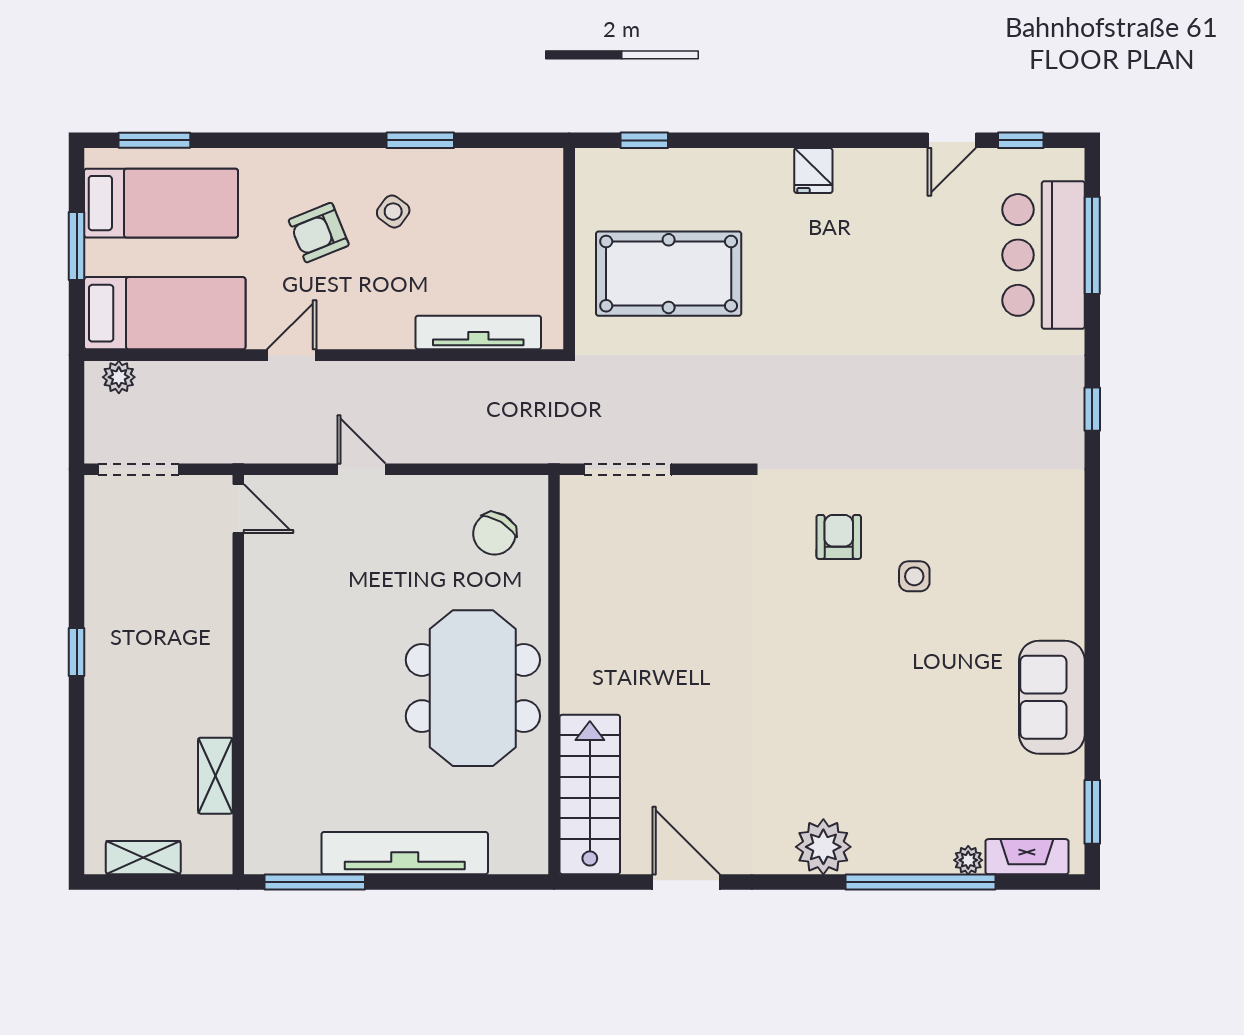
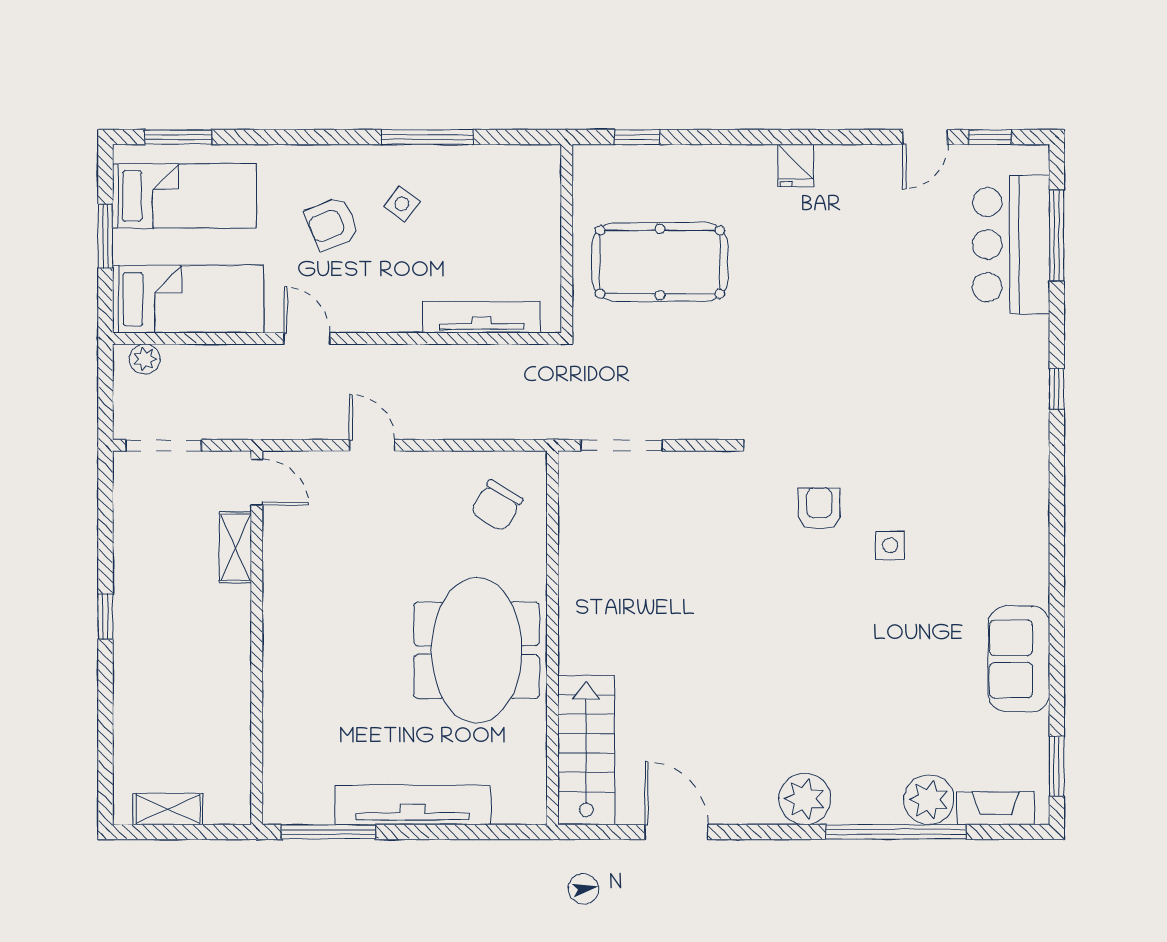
window: (420, 140) -> (427, 137), width x1.44
door: (292, 355) -> (307, 338), hinge flipped
shelving: (215, 776) -> (235, 548), moved
plant: (968, 860) -> (929, 800), width x1.88, depth x1.88

